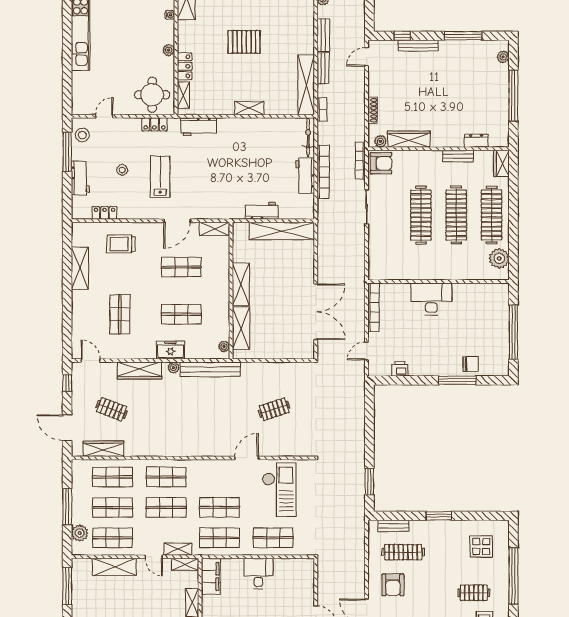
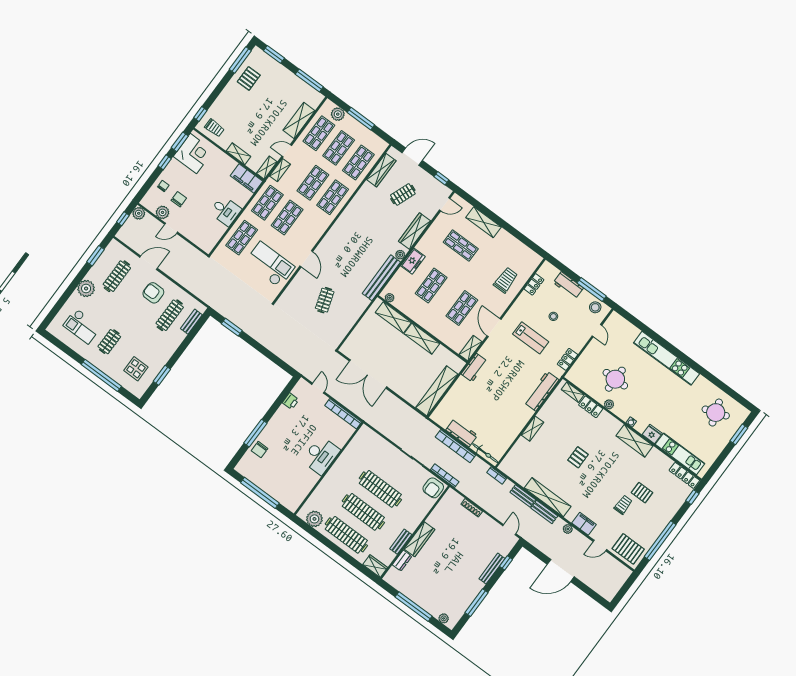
pallet: (244, 42) -> (578, 457), width x0.67, depth x0.71
shelving: (306, 85) -> (548, 497), moved
round table: (152, 95) -> (615, 379), moved
workbench: (198, 127) -> (541, 391), width x1.38
wardrobe: (409, 139) -> (419, 539), moved
plant: (380, 141) -> (448, 498), removed
workbench: (262, 211) -> (474, 368), moved
shelving: (80, 268) -> (484, 222), moved
checkout: (279, 490) -> (270, 265), turned 180
window: (439, 516) -> (162, 375), moved

